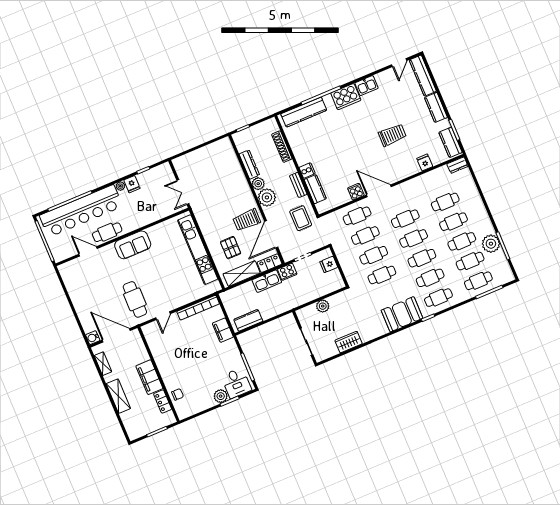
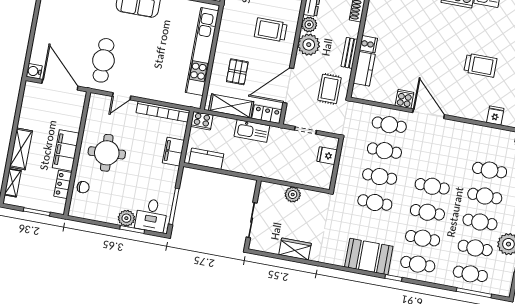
cafe table: (405, 219) -> (437, 160), removed
trolley: (247, 220) -> (271, 30), moved
cooker: (287, 272) -> (202, 121), moved
round table: (178, 361) -> (107, 153), added
shelving: (103, 364) -> (13, 183), moved

